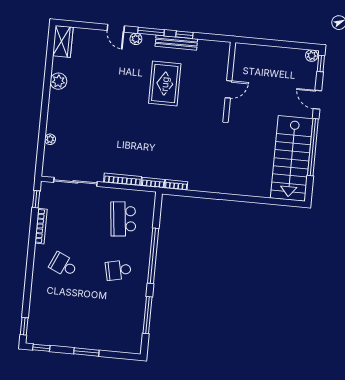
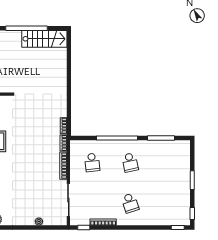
stairs: (292, 158) -> (44, 39), width x0.73, depth x0.66
school desk: (123, 219) -> (92, 162), width x0.54
school desk: (63, 265) -> (130, 203), turned -42

